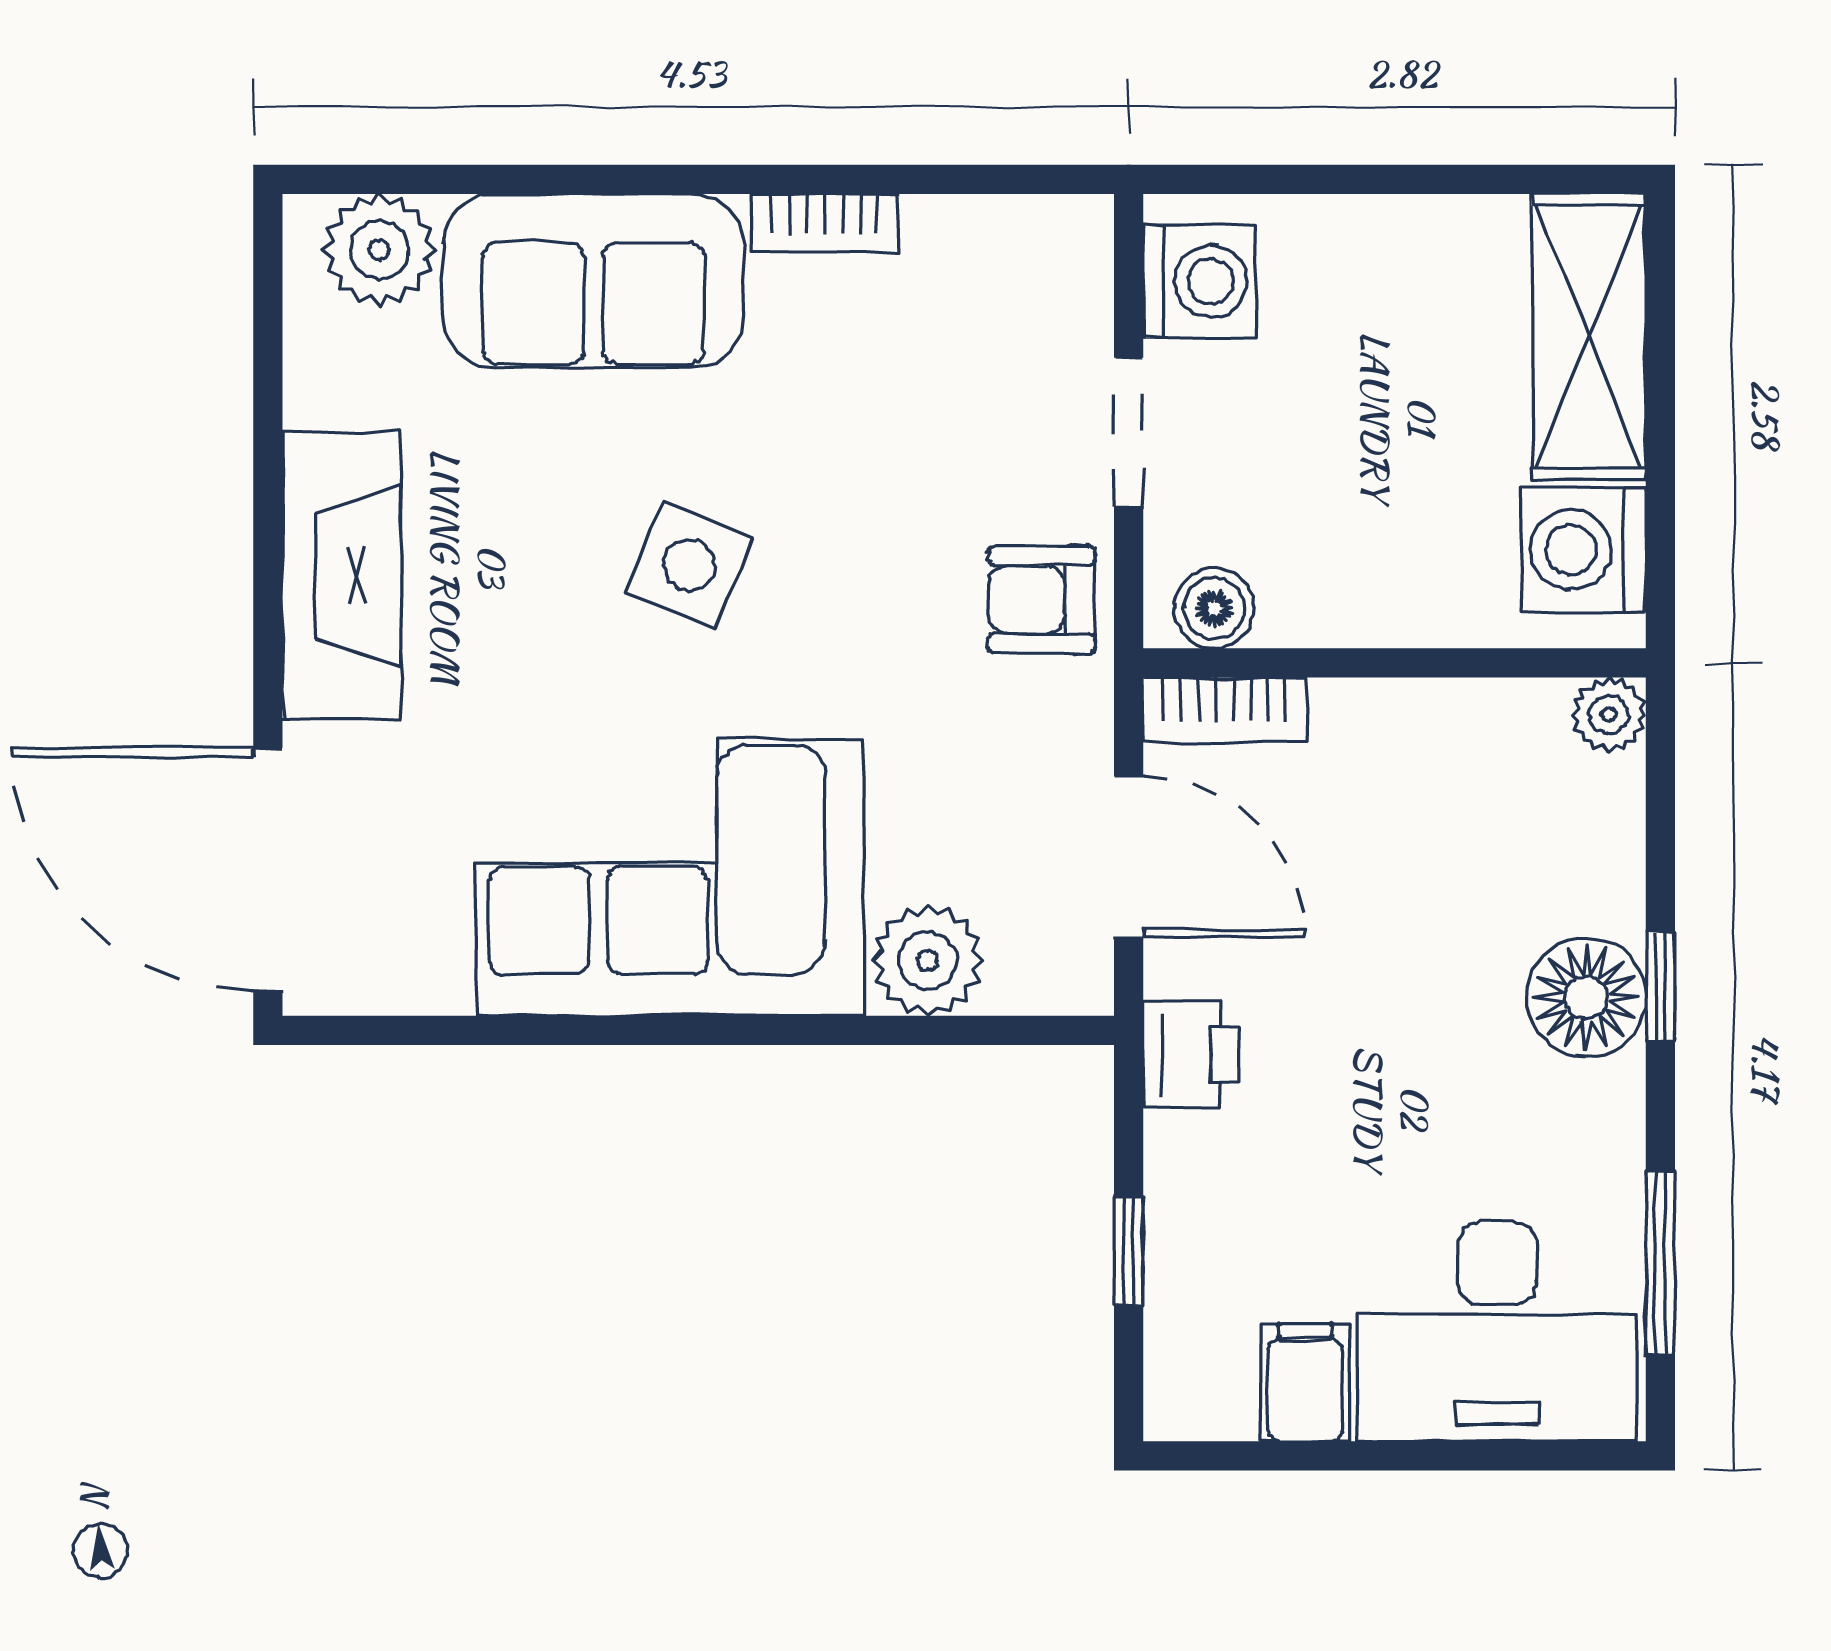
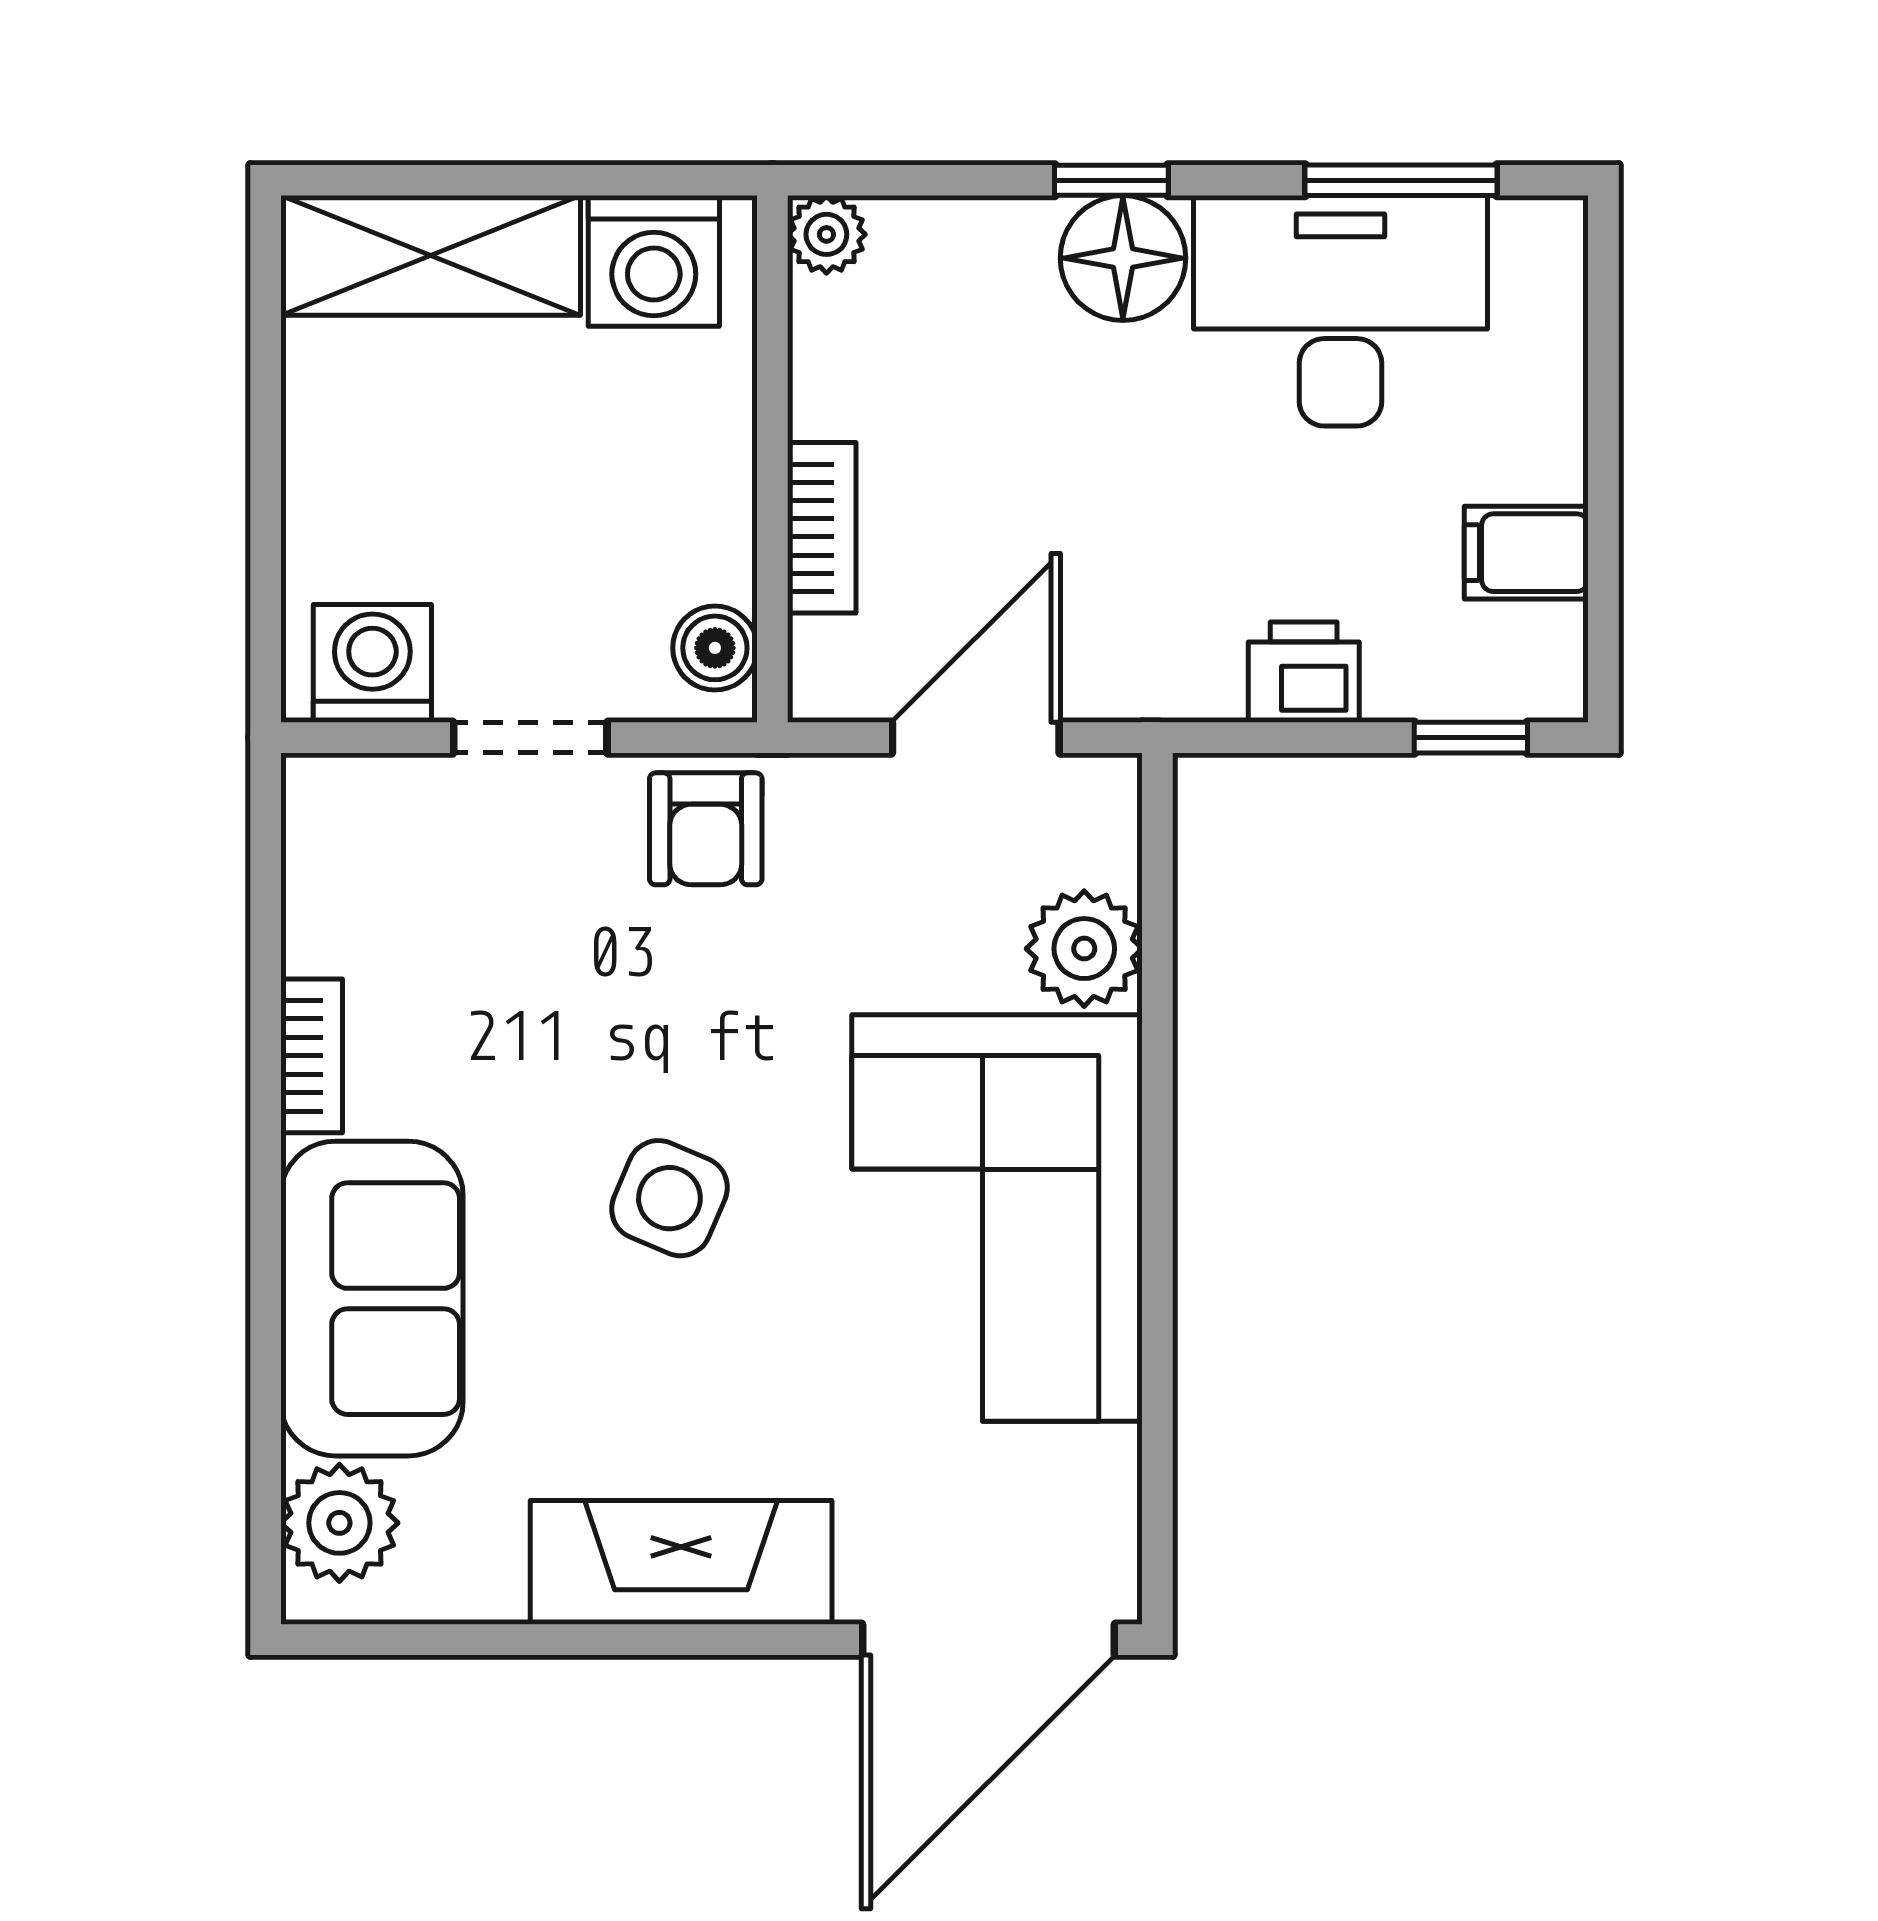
bookcase: (1224, 710) -> (822, 528), moved
printer: (1191, 1055) -> (1304, 672), moved
window: (1129, 1251) -> (1471, 738), moved
desk: (1497, 1331) -> (1340, 311), moved, turned -90

